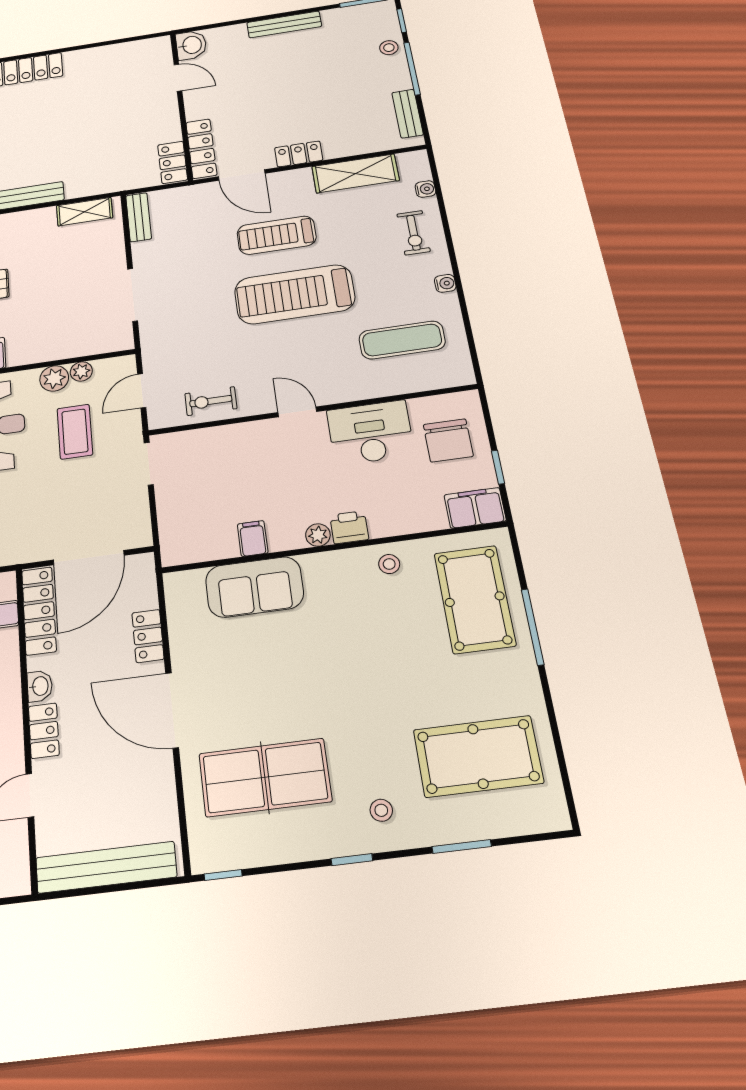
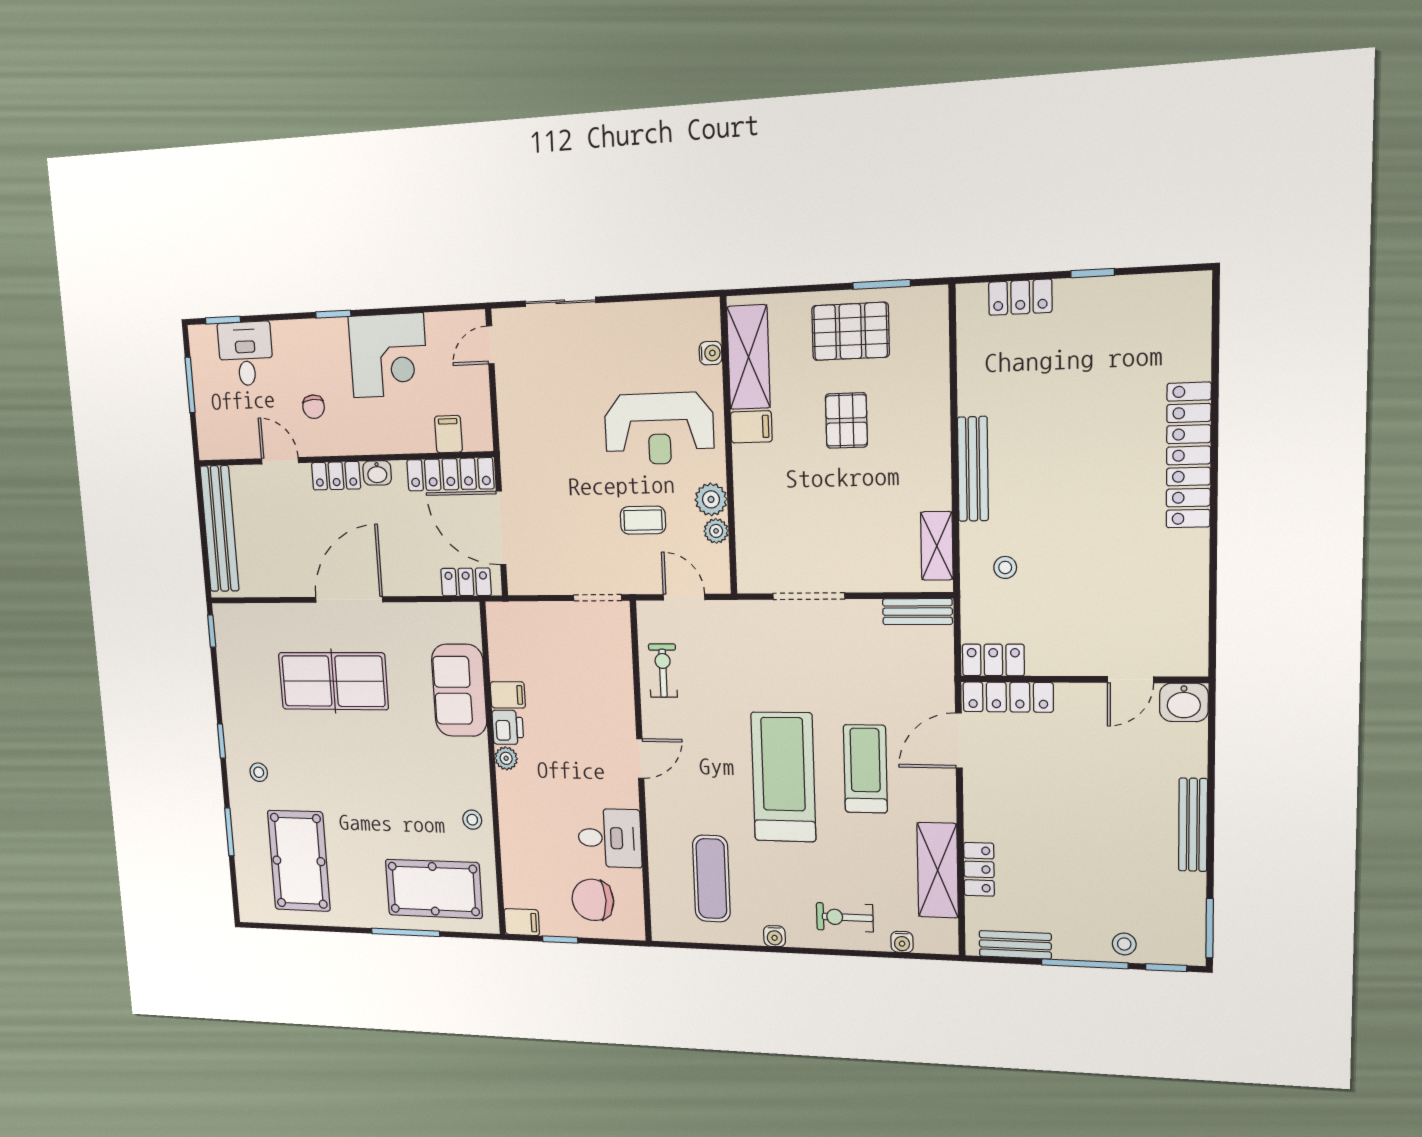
locker: (299, 154) -> (979, 869), moved
stool: (99, 166) -> (1005, 567), added
coffee table: (75, 432) -> (643, 520), width x0.73, depth x0.77
desk: (370, 433) -> (610, 838), width x0.73
filing cabinet: (475, 508) -> (522, 922), width x0.50
printer: (349, 527) -> (508, 727), moved
locker: (148, 636) -> (466, 582), moved
table tennis table: (265, 777) -> (333, 681), moved, turned 90

